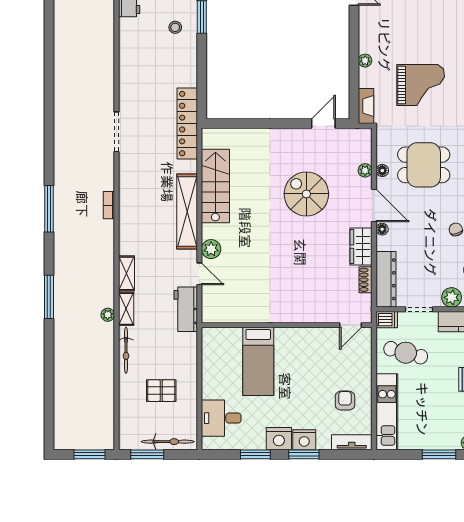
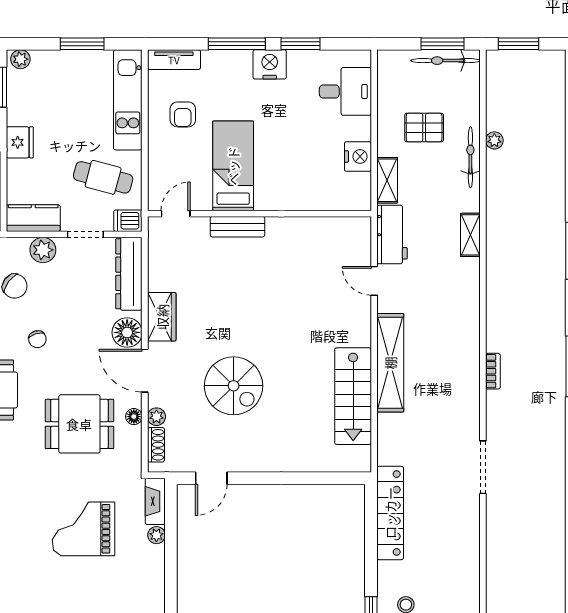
plant: (365, 61) -> (156, 535), moved
locker: (187, 124) -> (390, 513), moved
floor lamp: (382, 229) -> (127, 332), width x1.89, depth x1.89
plant: (211, 249) -> (359, 313), removed
shelving: (126, 273) -> (387, 180), moved
shoe rack: (365, 280) -> (156, 445), moved
plant: (108, 315) -> (494, 140), moved
bench: (303, 315) -> (237, 227), added
bicycle: (126, 350) -> (470, 157), moved
bed: (258, 361) -> (233, 166), moved
nightstand: (304, 440) -> (358, 157), moved, turned 90
bicycle: (168, 442) -> (445, 61), moved
window: (304, 454) -> (237, 44), width x1.44
window: (439, 454) -> (82, 44), moved

